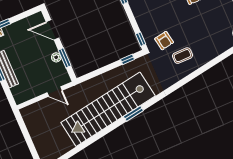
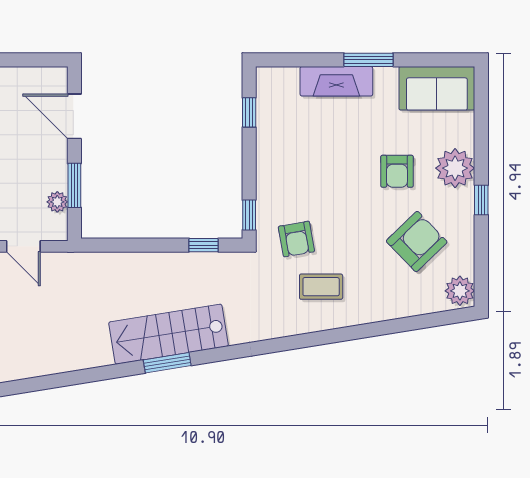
armchair: (213, 20) -> (417, 242), added
plant: (56, 57) -> (57, 202), moved
stairs: (108, 109) -> (168, 334), width x0.54, depth x0.66

